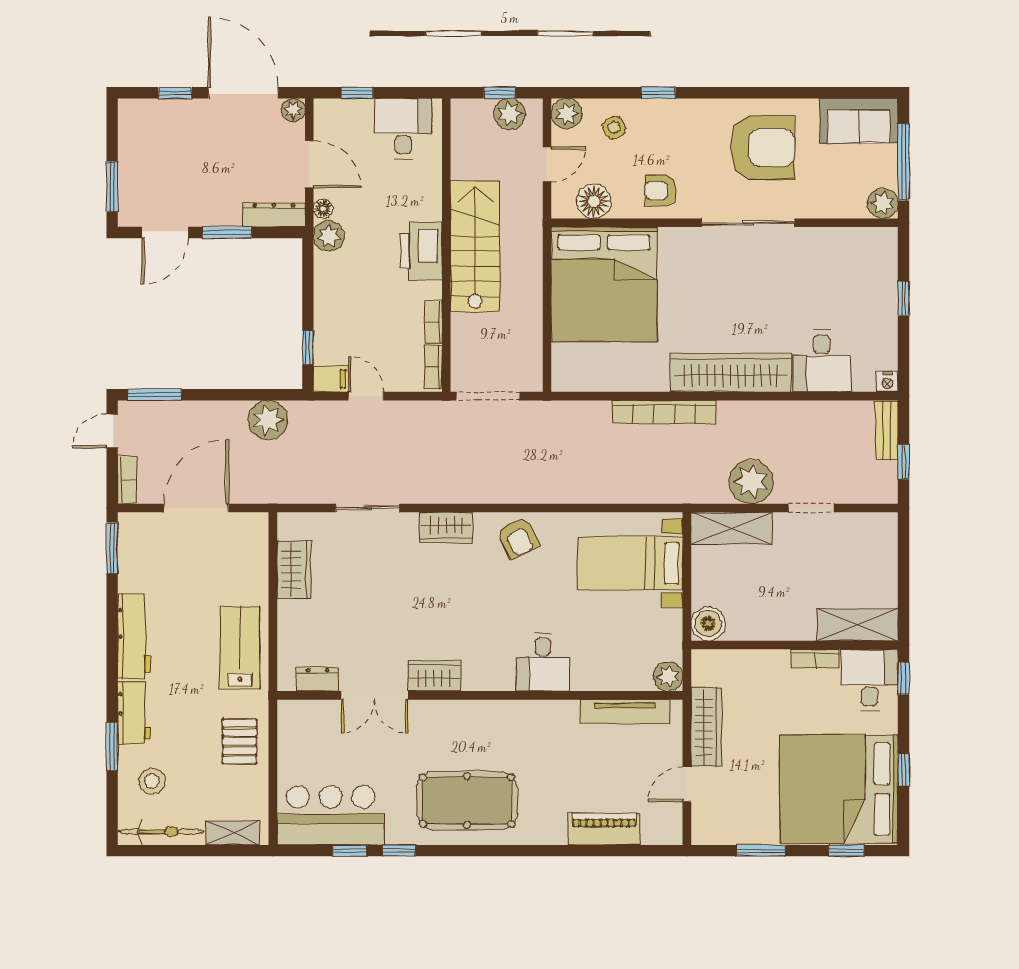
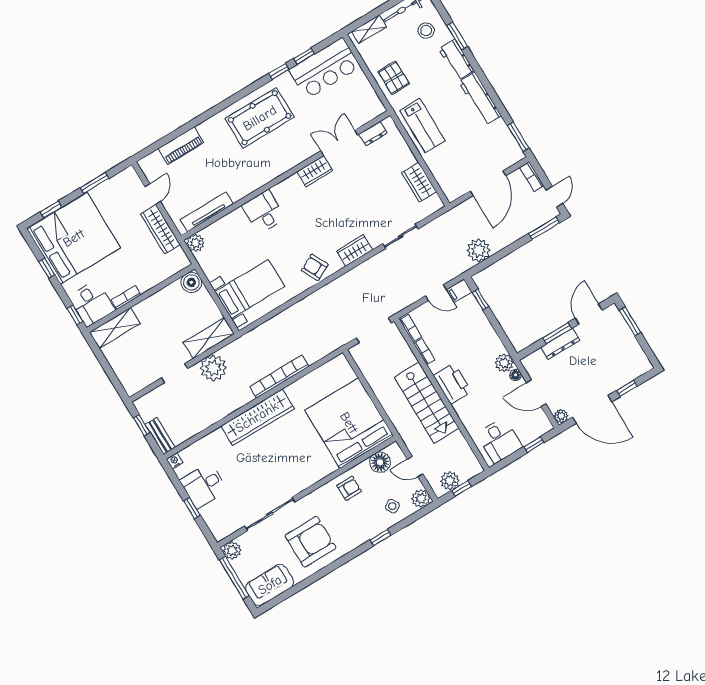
armchair: (763, 148) -> (311, 542), turned 180
door: (547, 164) -> (415, 467), hinge flipped
dresser: (274, 215) -> (560, 344), moved
sliding door: (748, 223) -> (270, 514), moved
desk: (822, 361) -> (204, 485), moved, turned -90

